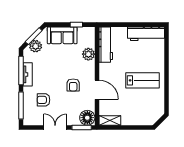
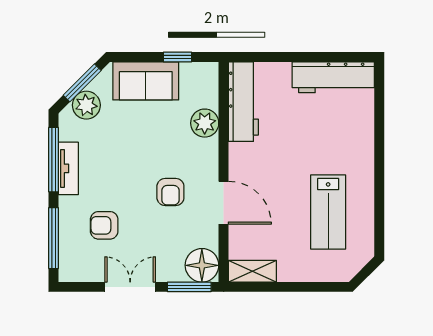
lab bench: (142, 80) -> (328, 212), moved, turned 90

